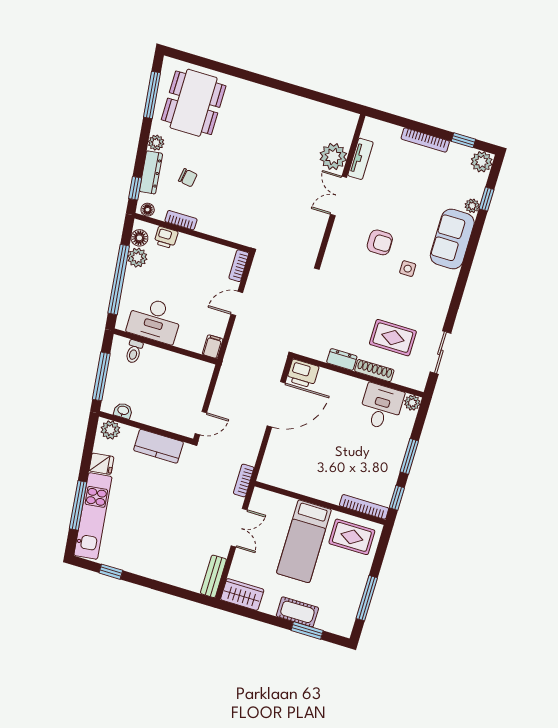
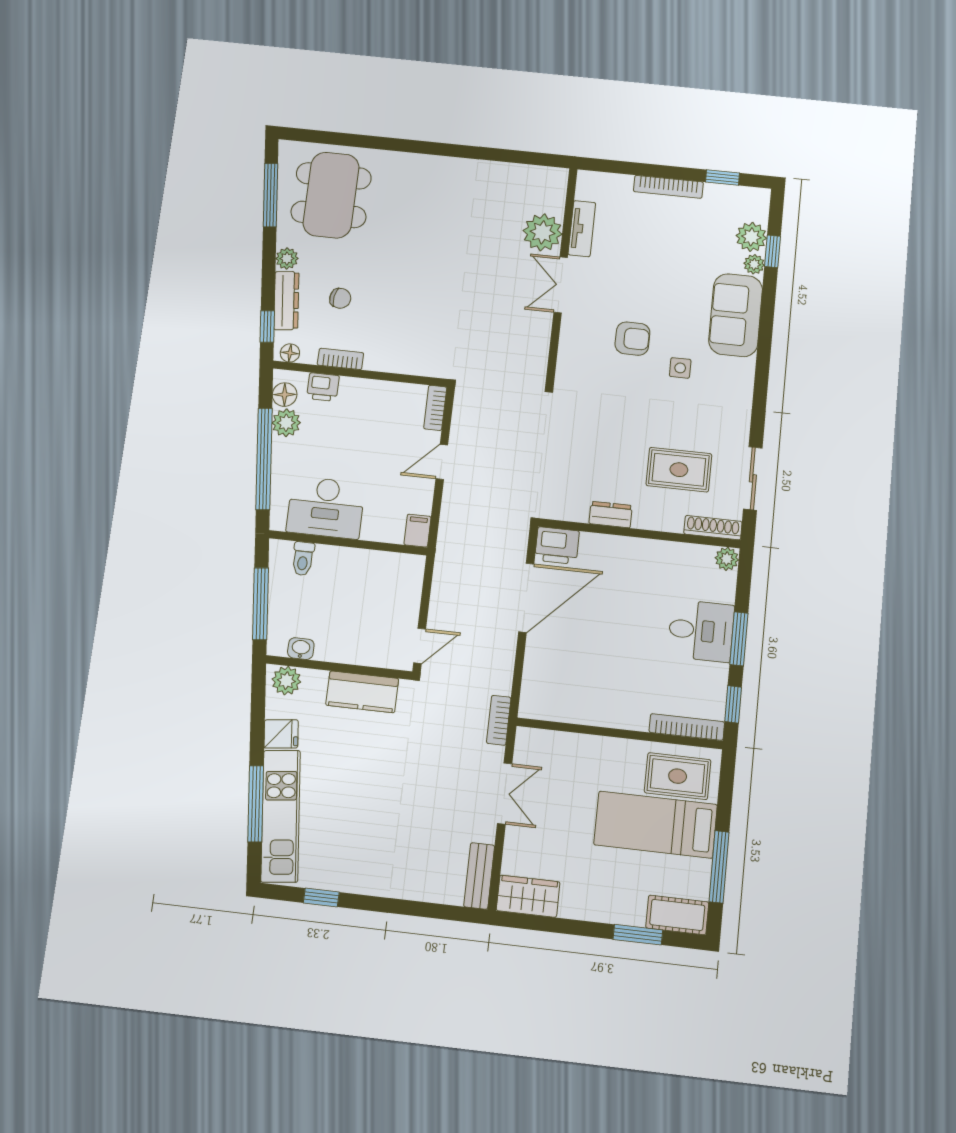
plant: (482, 162) -> (751, 237), moved
shoe rack: (374, 371) -> (713, 528), moved
desk: (381, 407) -> (701, 631), moved, turned 90
bed: (304, 541) -> (656, 825), moved, turned 90
cot: (297, 612) -> (677, 915), moved

